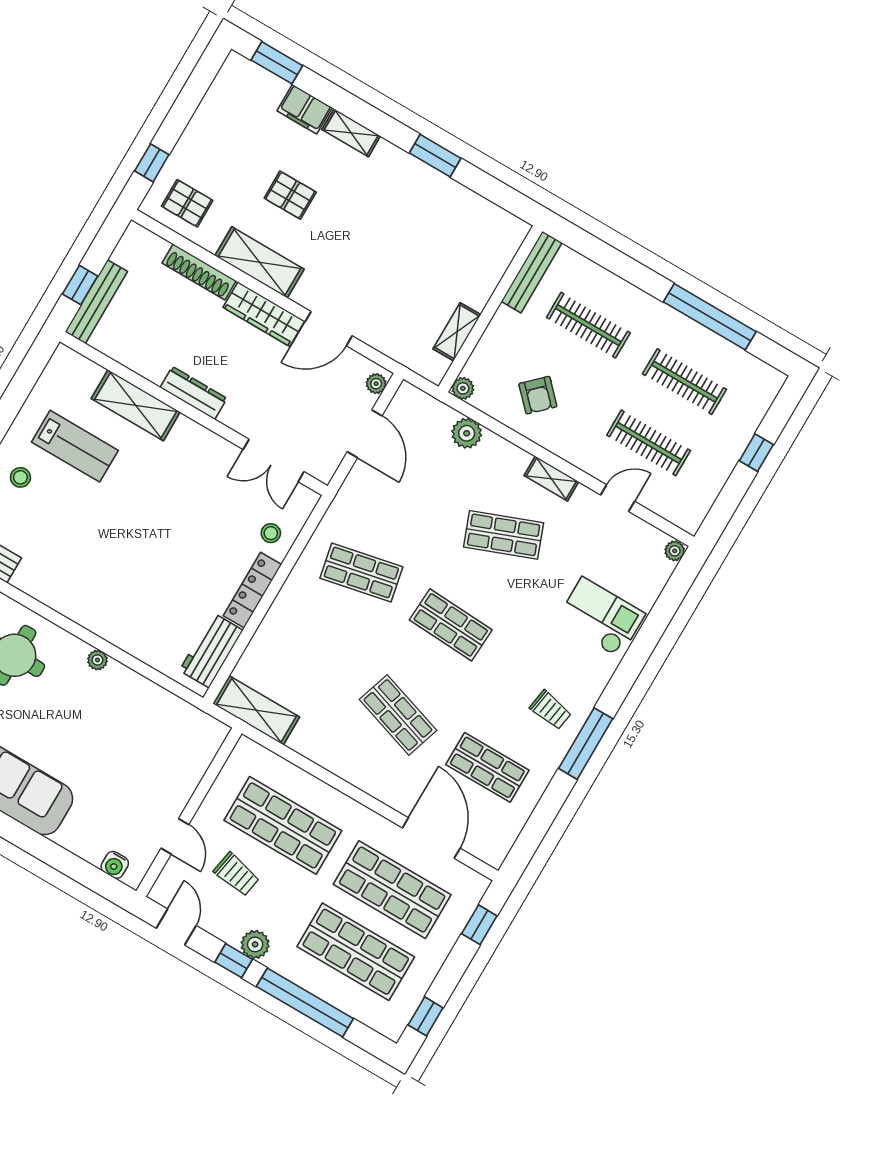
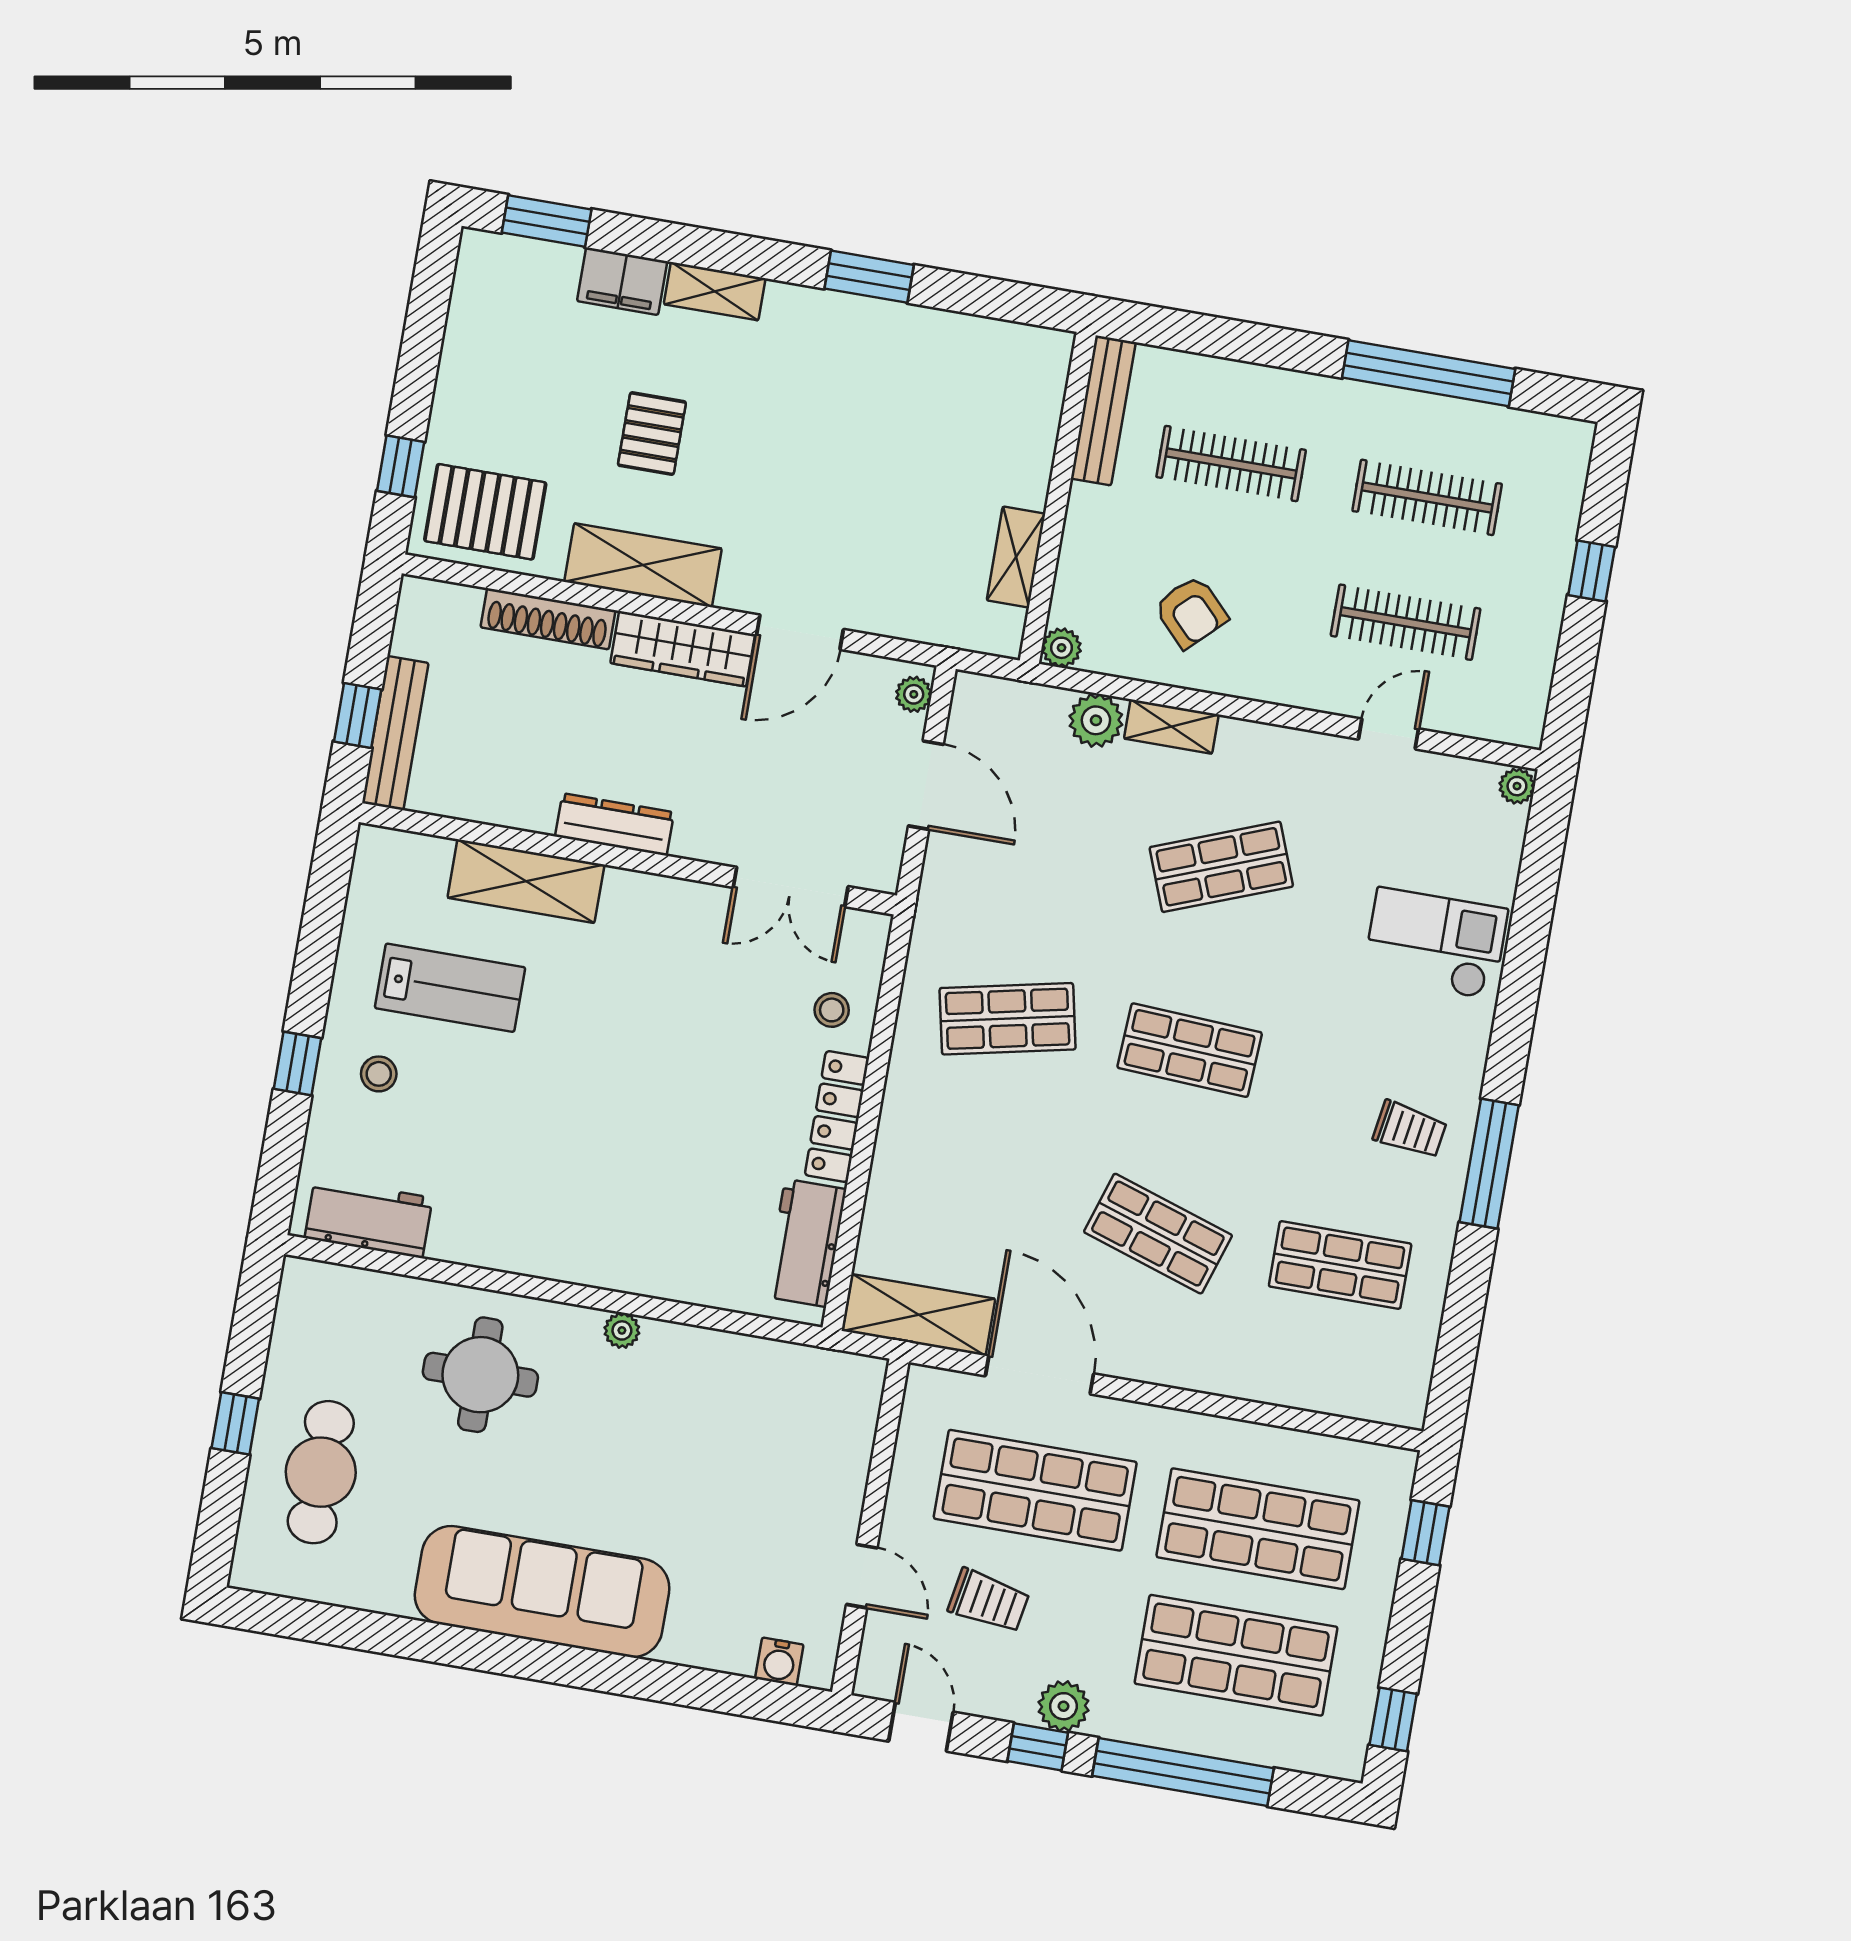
pallet: (290, 195) -> (652, 434), turned 90
pallet: (187, 203) -> (485, 512), width x1.50, depth x1.42
shelving: (551, 479) -> (1171, 727), moved
door: (431, 838) -> (1040, 1375), moved

